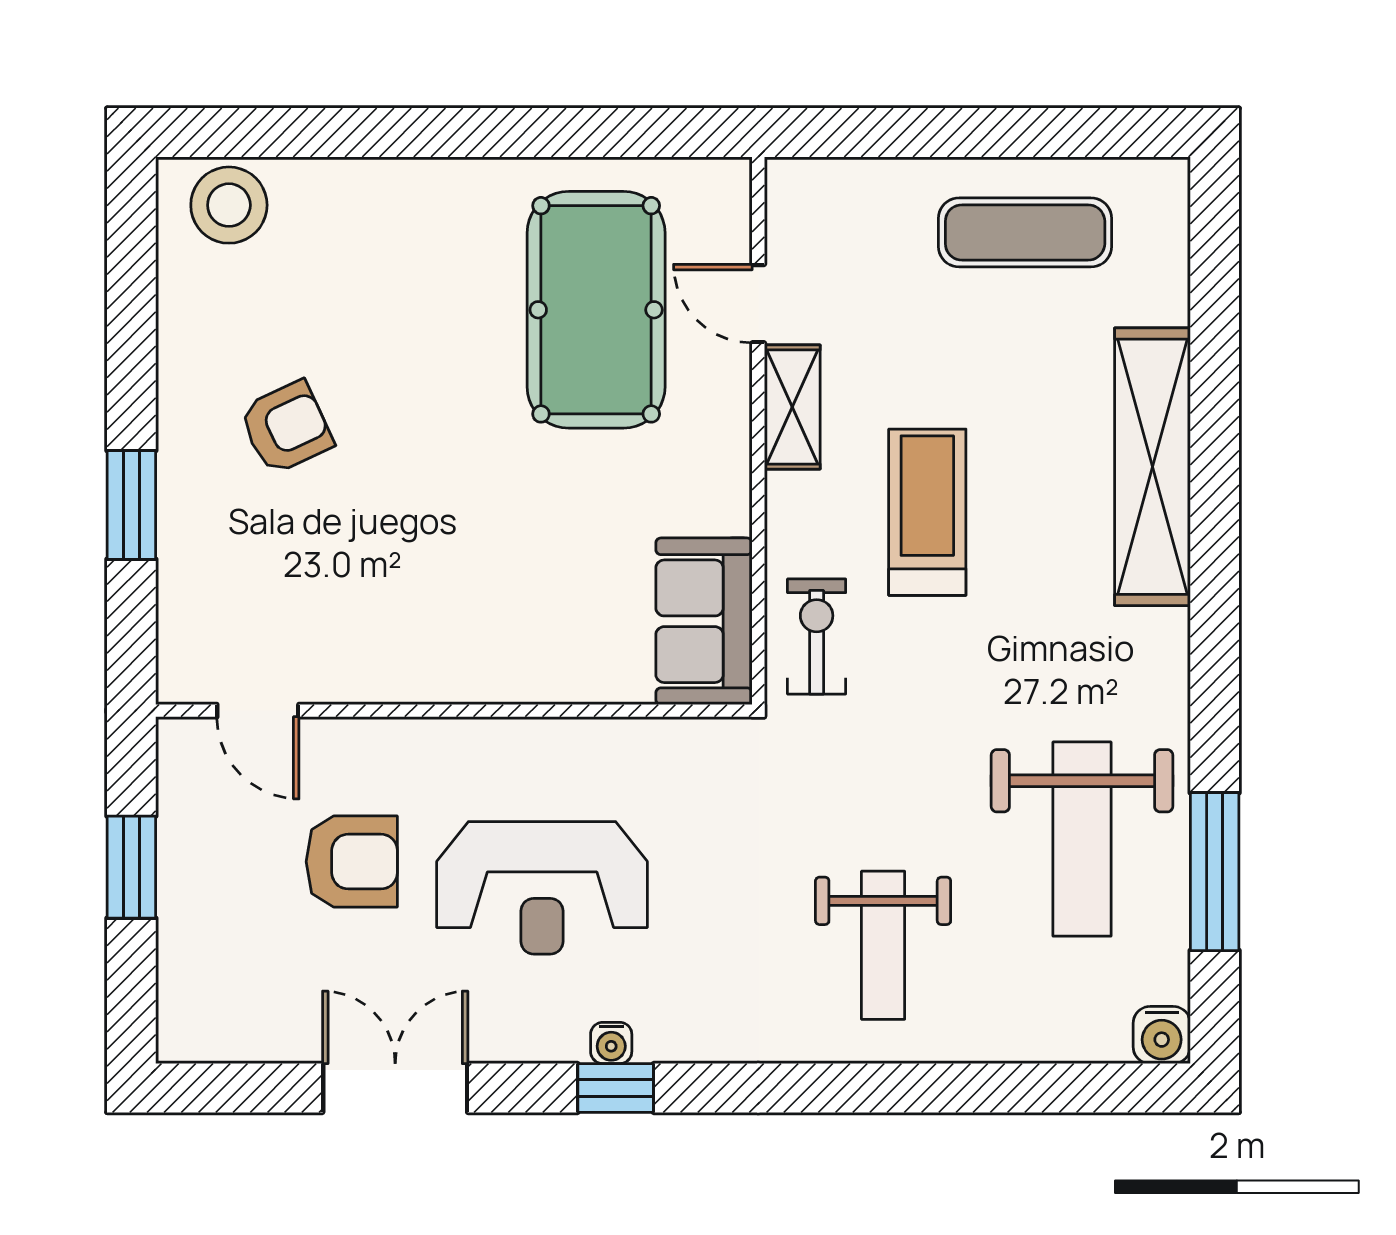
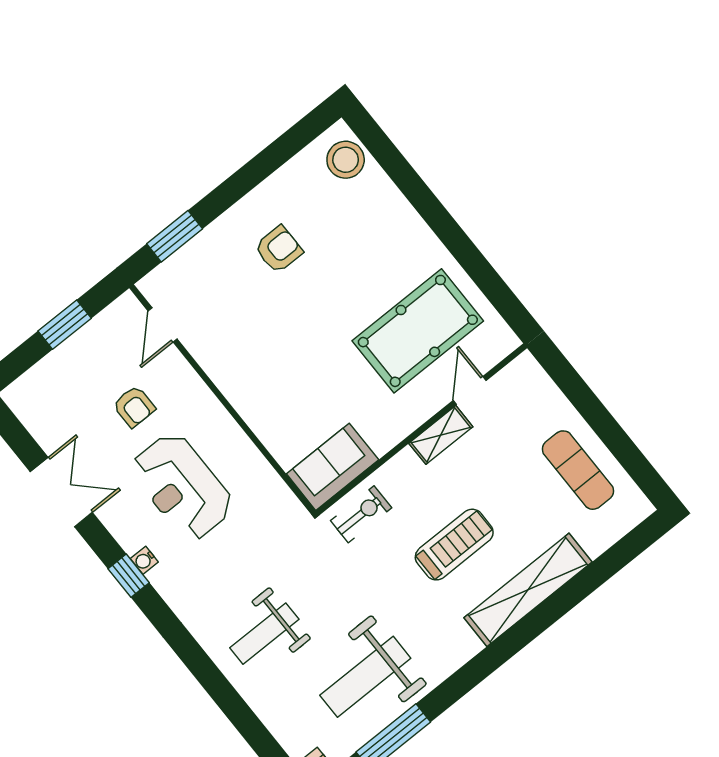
armchair: (286, 427) -> (279, 249), turned -65
window: (131, 505) -> (175, 236), moved
treadmill: (927, 512) -> (454, 545), moved
armchair: (352, 862) -> (134, 407), width x0.72, depth x0.72

